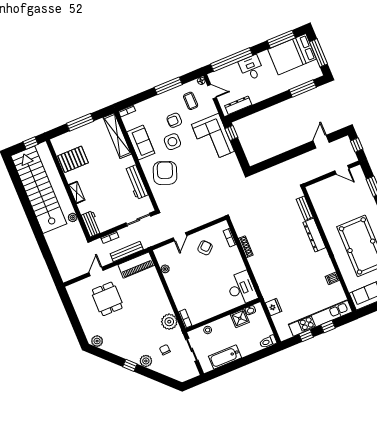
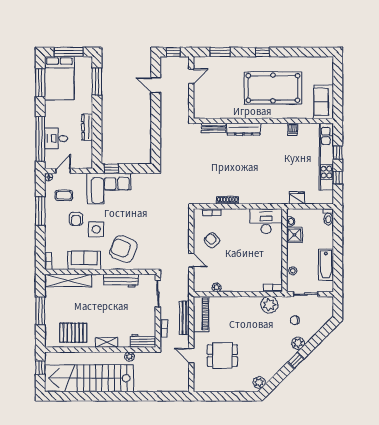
desk: (251, 68) -> (56, 138), moved
dresser: (238, 105) -> (87, 127), moved
pallet: (73, 159) -> (73, 333), turned 90

